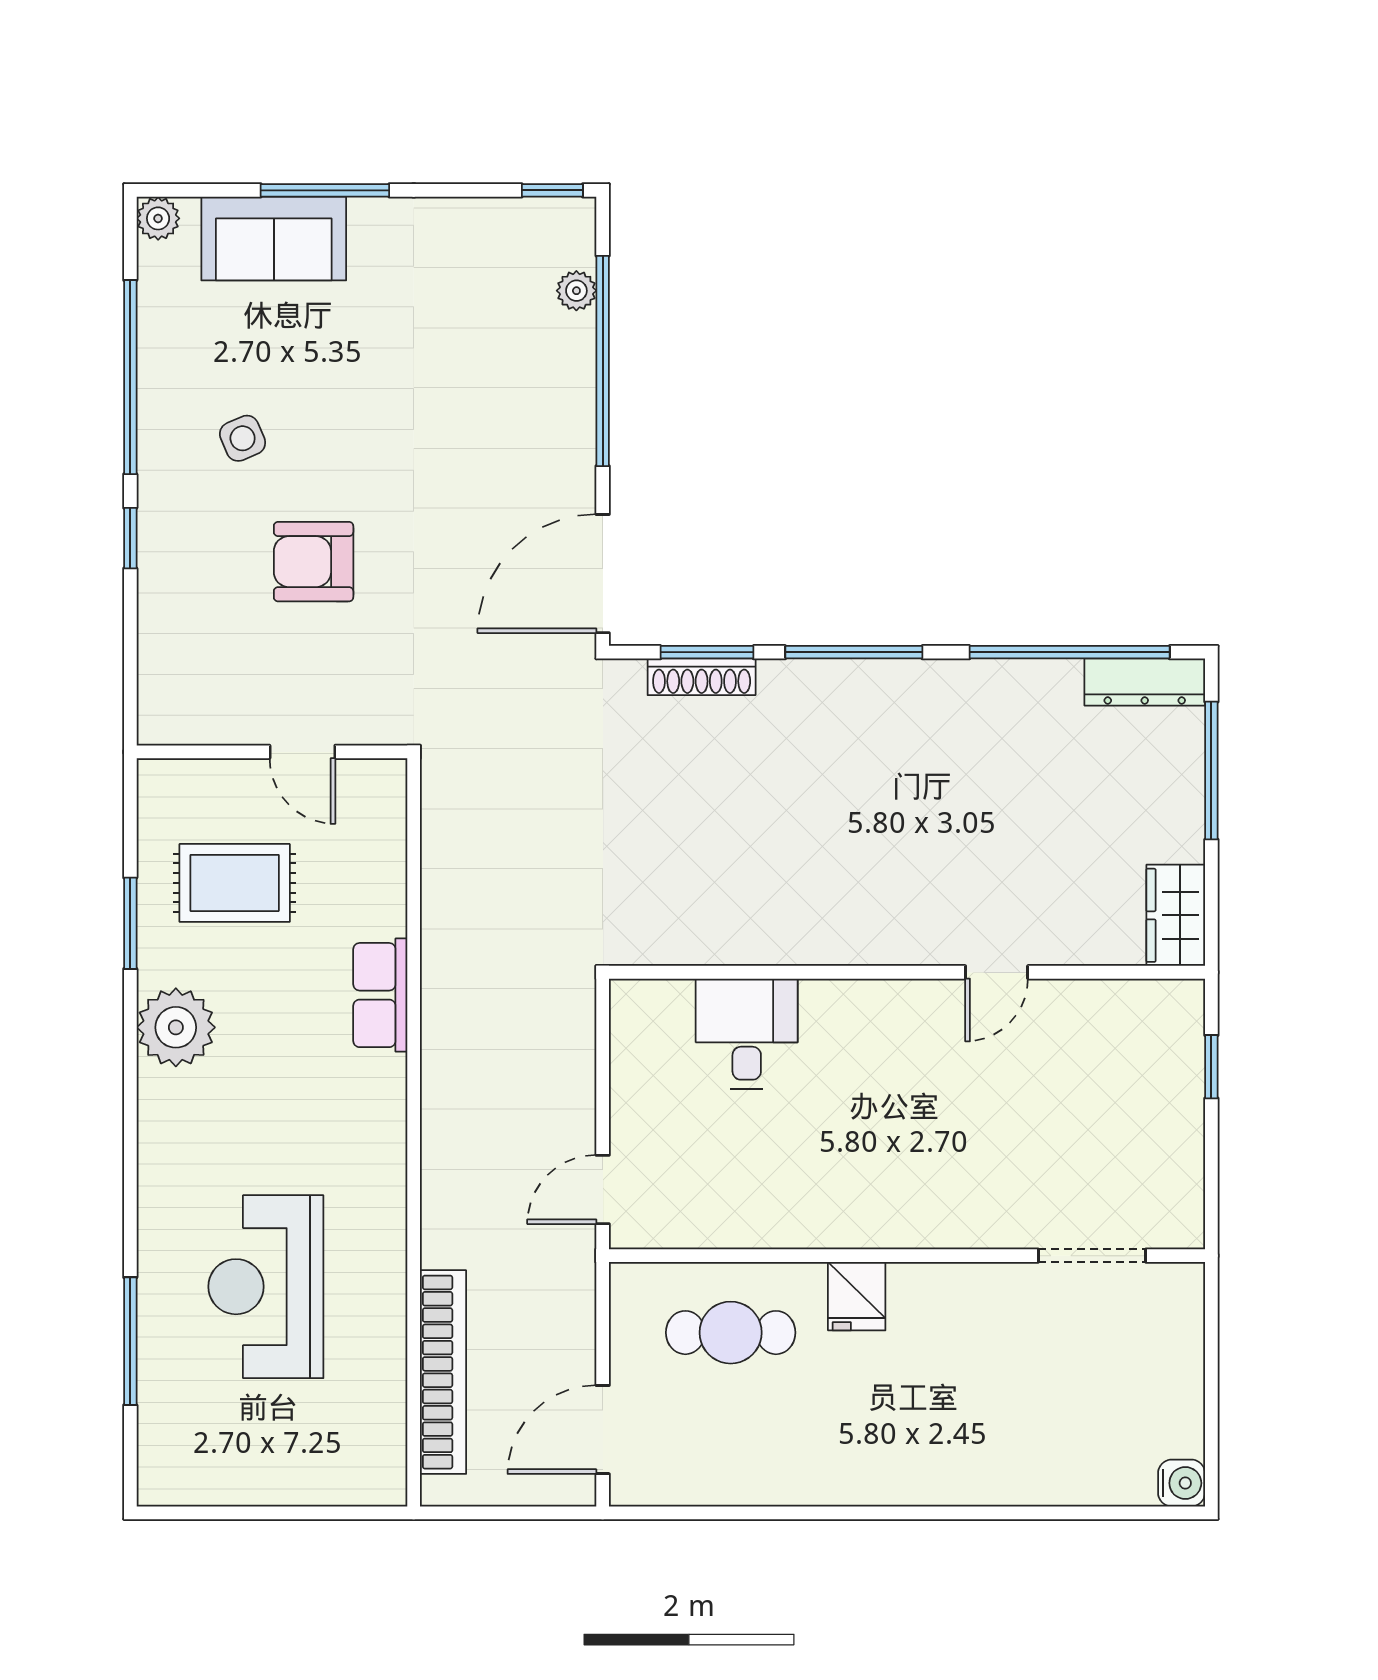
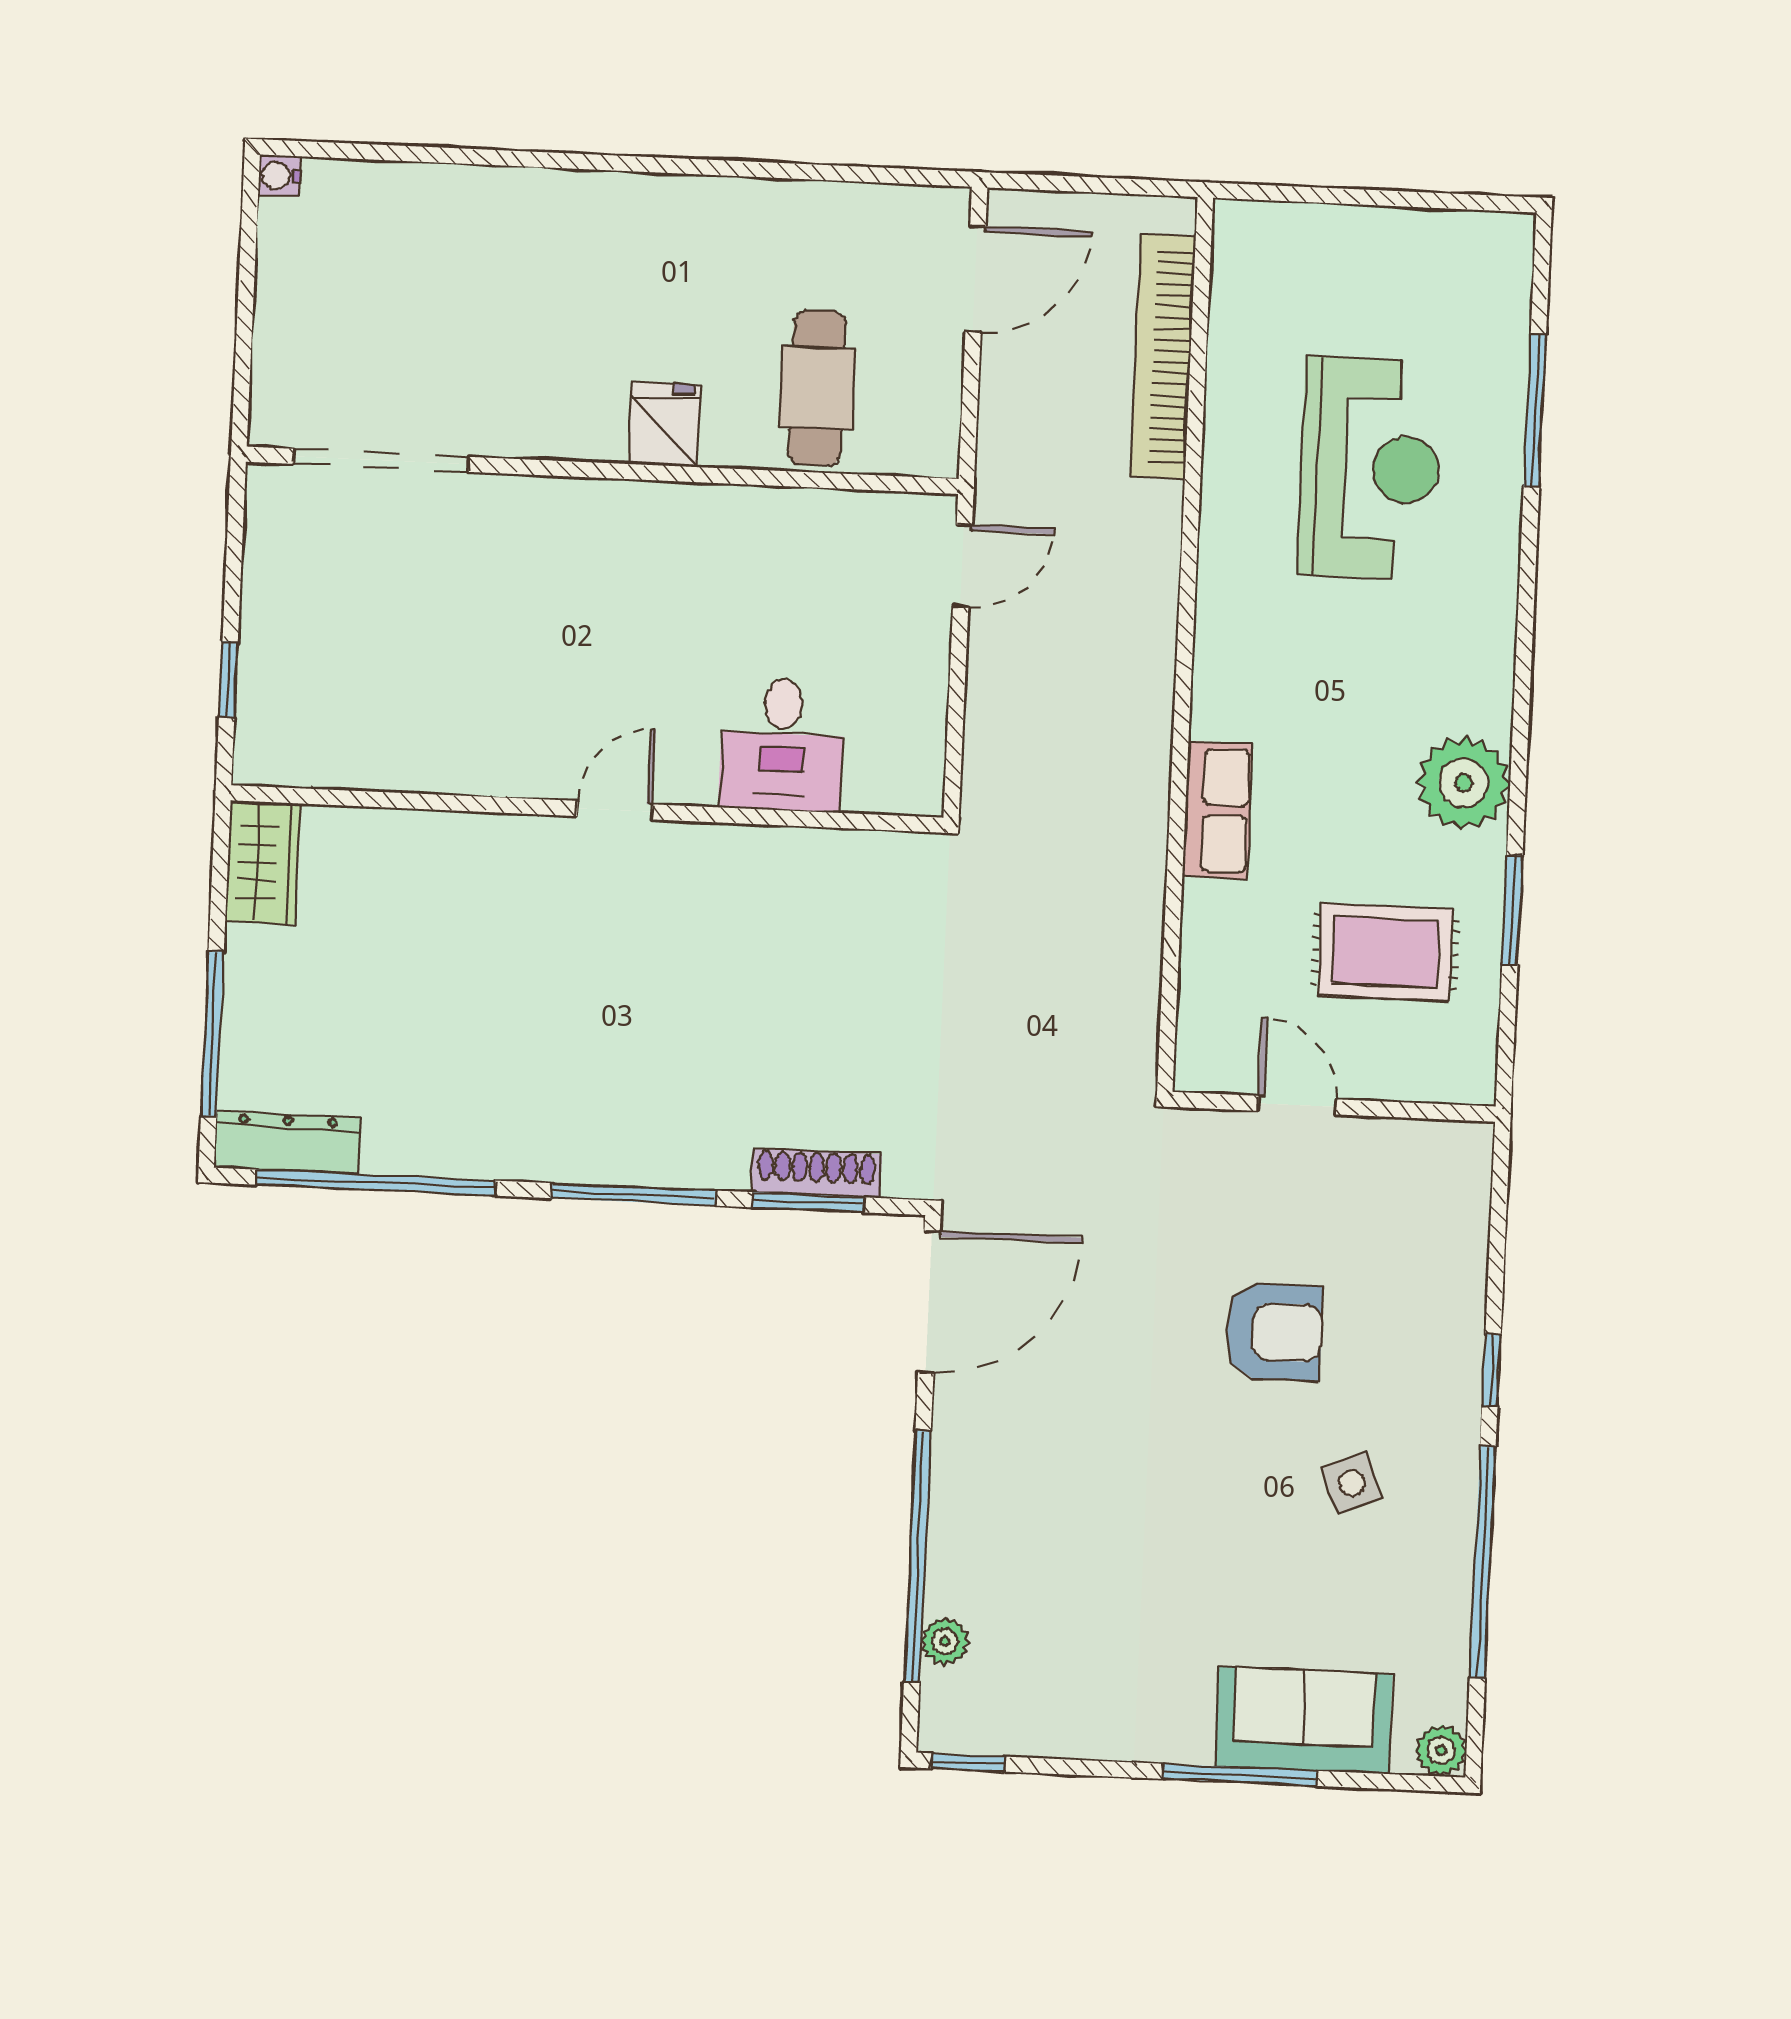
door: (997, 972) -> (615, 810), moved
doorway: (1092, 1256) -> (381, 460), width x1.36
cafe table: (731, 1333) -> (817, 388), turned 90
water cooler: (1182, 1483) -> (279, 176), width x0.72, depth x0.72

